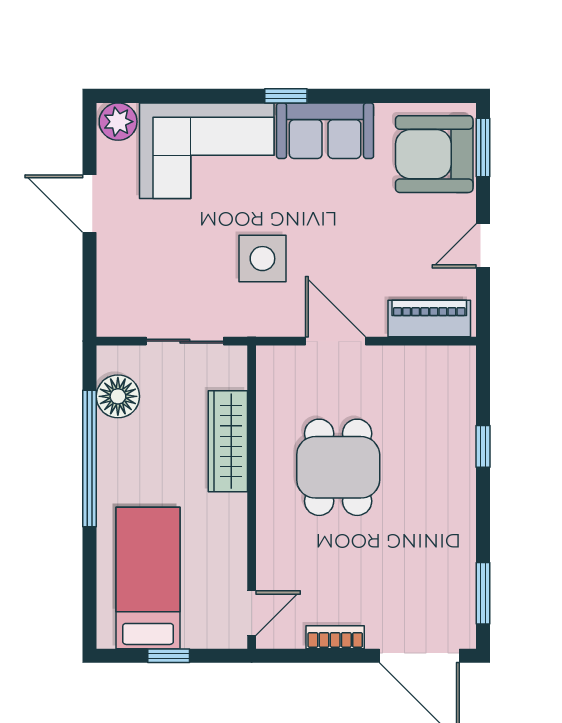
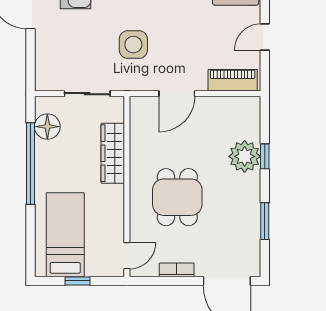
door: (336, 341) -> (177, 94), swing flipped
plant: (449, 446) -> (245, 156), added
dining table: (338, 467) -> (177, 197), moved
window: (483, 593) -> (265, 221), moved

